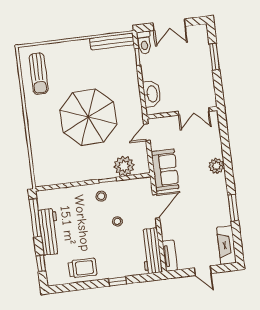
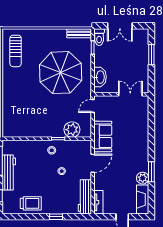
bench: (112, 41) -> (79, 33), width x0.73
double door: (194, 111) -> (130, 94), swing flipped
parasol: (88, 117) -> (61, 73), moved
plant: (217, 166) -> (143, 178), moved

